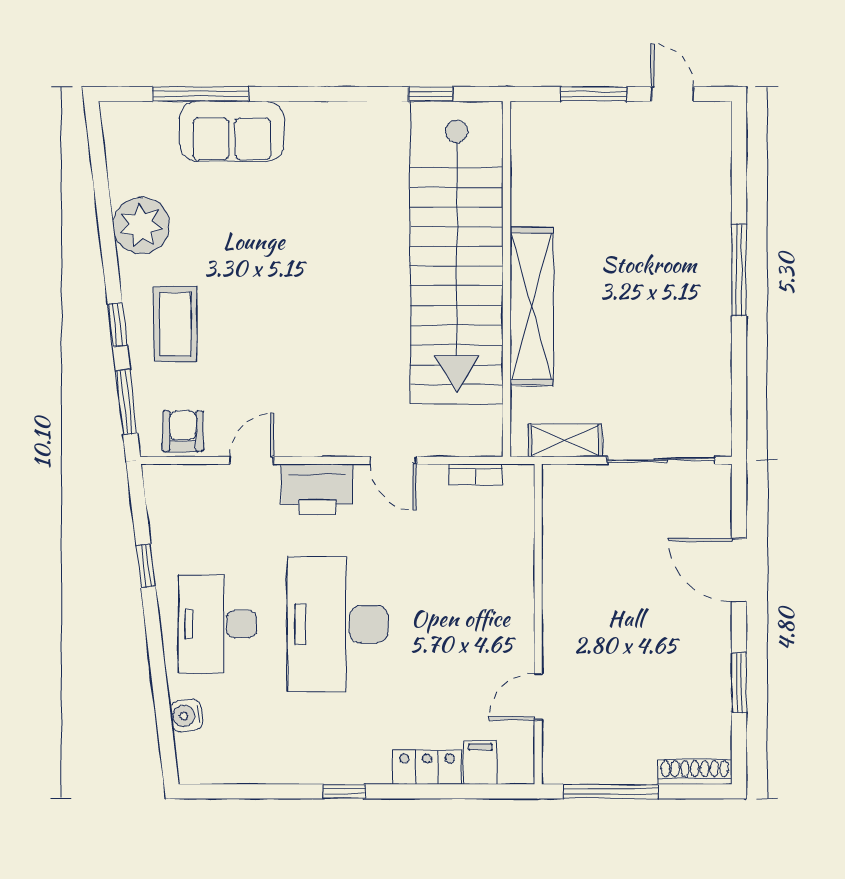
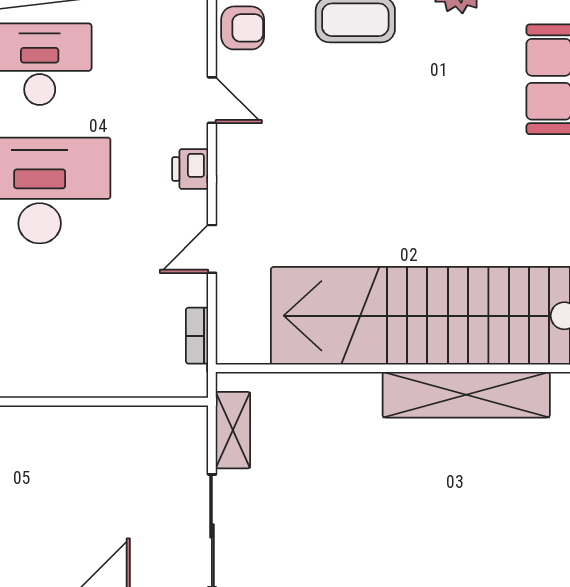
shelving: (532, 306) -> (466, 395), moved
printer: (317, 489) -> (190, 169), width x0.53, depth x0.68

